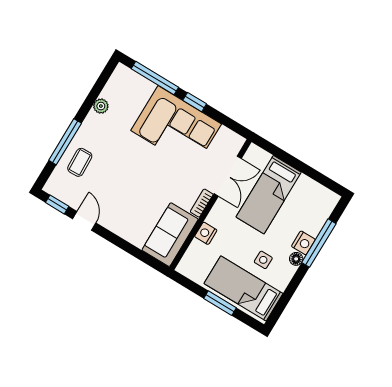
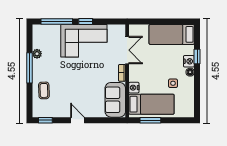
window: (65, 142) -> (29, 68), moved
bed: (269, 195) -> (172, 34), moved, turned 90
door: (84, 221) -> (78, 120), moved
window: (319, 243) -> (197, 56), width x0.46
bed: (243, 288) -> (151, 104), moved, turned 180
window: (220, 303) -> (150, 120), moved

